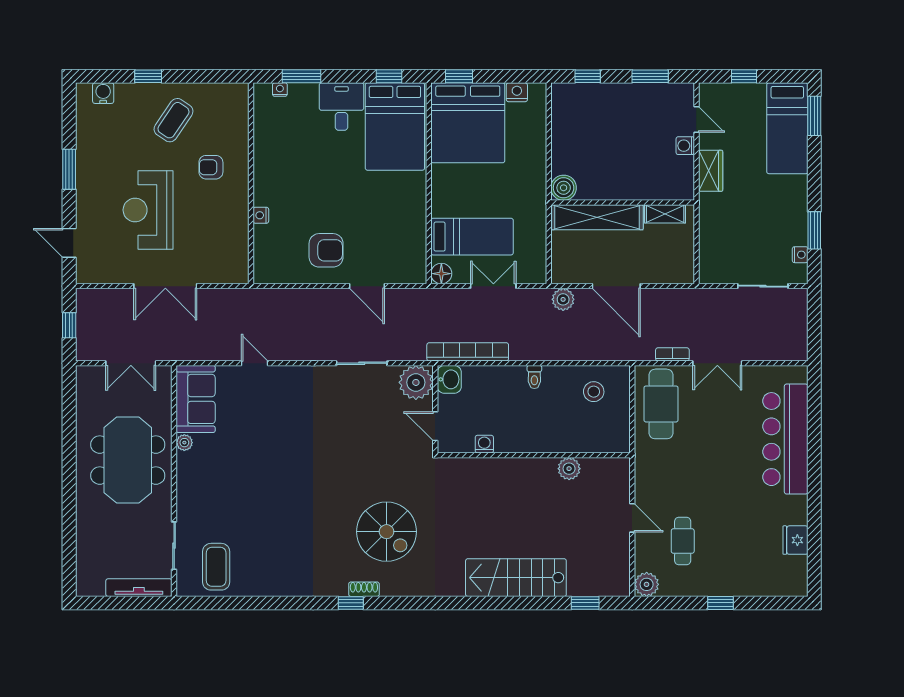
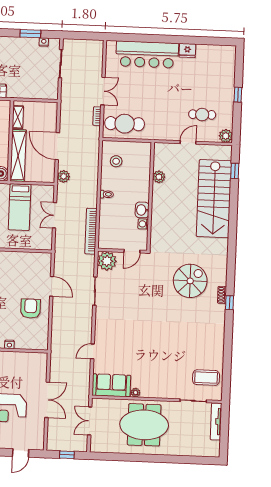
bed: (472, 237) -> (20, 207), moved, turned 180
floor lamp: (441, 274) -> (46, 244), removed
door: (367, 286) -> (52, 286), hinge flipped
door: (616, 286) -> (57, 146), swing flipped
double door: (131, 363) -> (90, 421), swing flipped
washbasin: (449, 379) -> (142, 210), moved, turned -90
fridge: (795, 540) -> (187, 50), moved
stairs: (516, 578) -> (214, 199), width x1.36, depth x1.51

